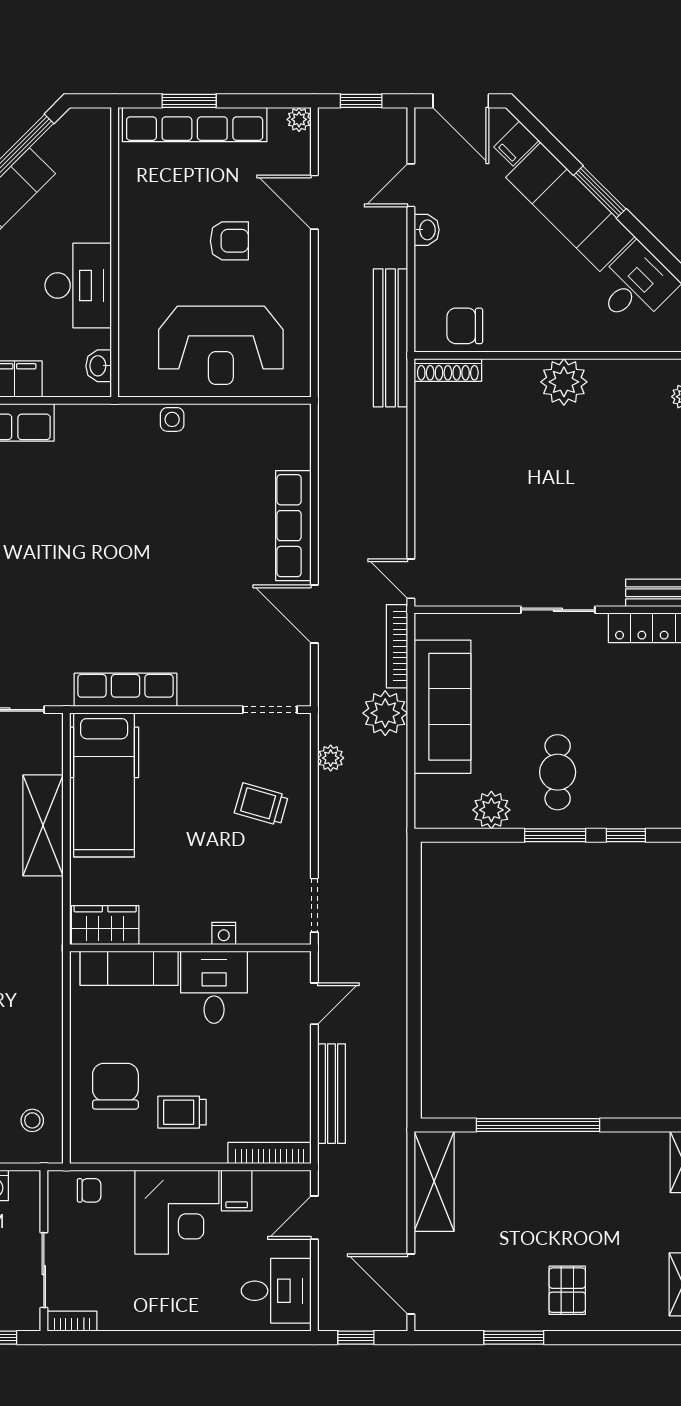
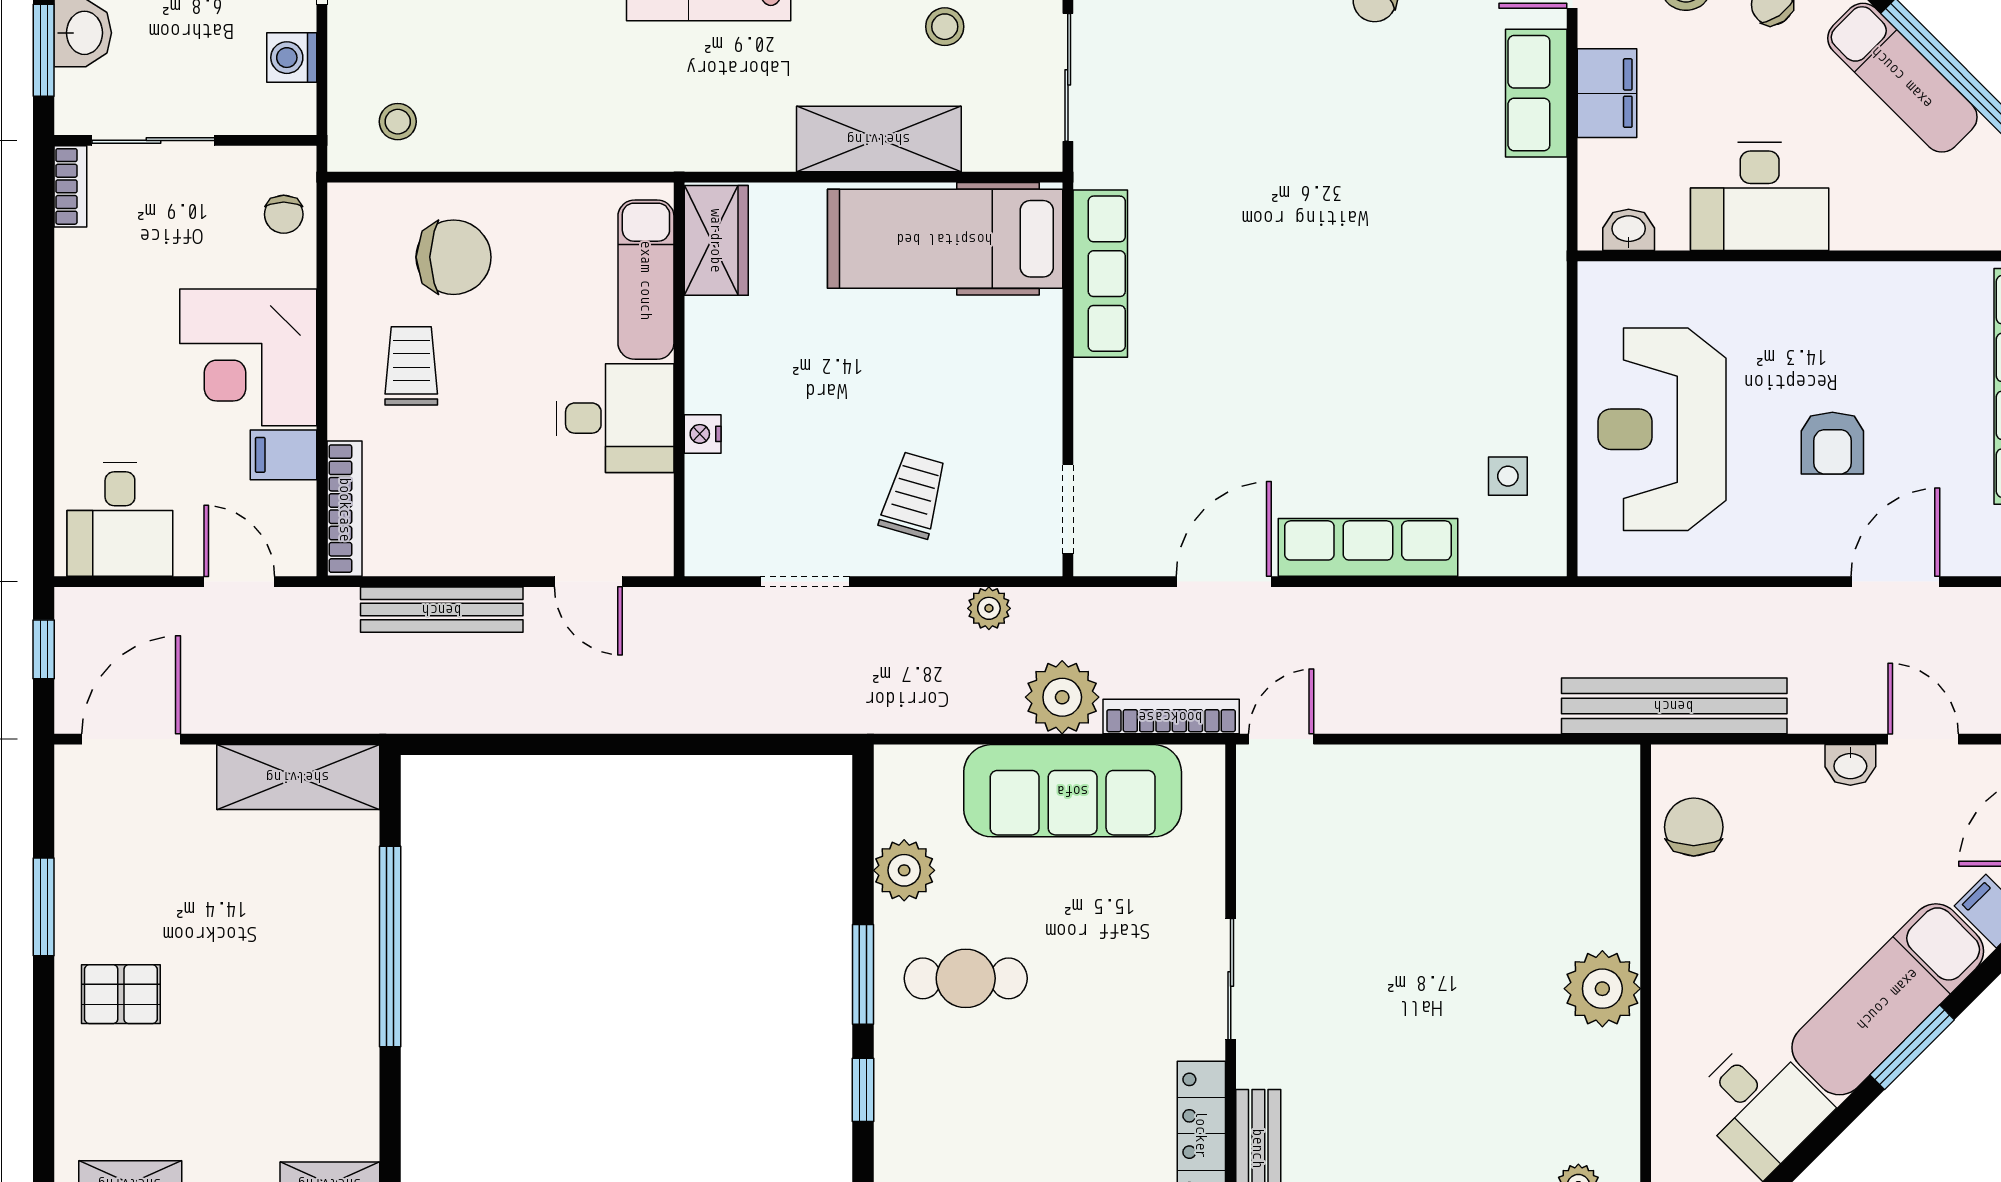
shoe rack: (448, 370) -> (1622, 799), removed
side table: (172, 419) -> (1508, 476), moved
doorway: (314, 905) -> (805, 582), moved

